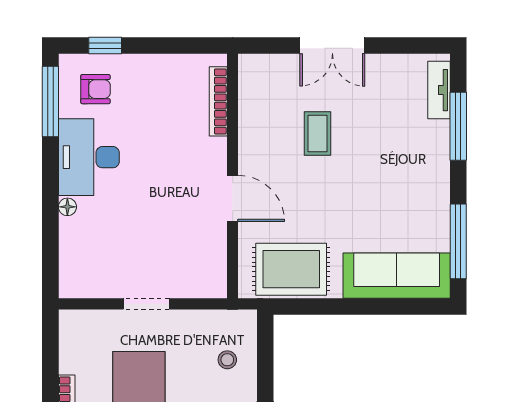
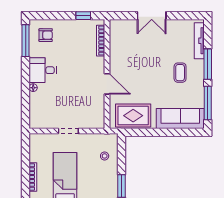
window: (105, 46) -> (83, 16), moved
tv unit: (439, 90) -> (199, 41), width x1.41
window: (458, 126) -> (208, 64), moved
coffee table: (318, 133) -> (180, 73), moved
desk: (89, 157) -> (43, 70), width x0.73

